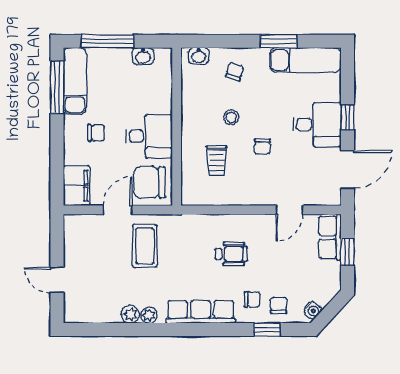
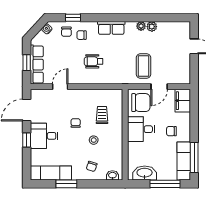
washbasin: (143, 56) -> (145, 173), width x1.91, depth x1.45
row of seats: (330, 237) -> (37, 65), width x1.48
row of seats: (201, 312) -> (111, 28), width x0.68

